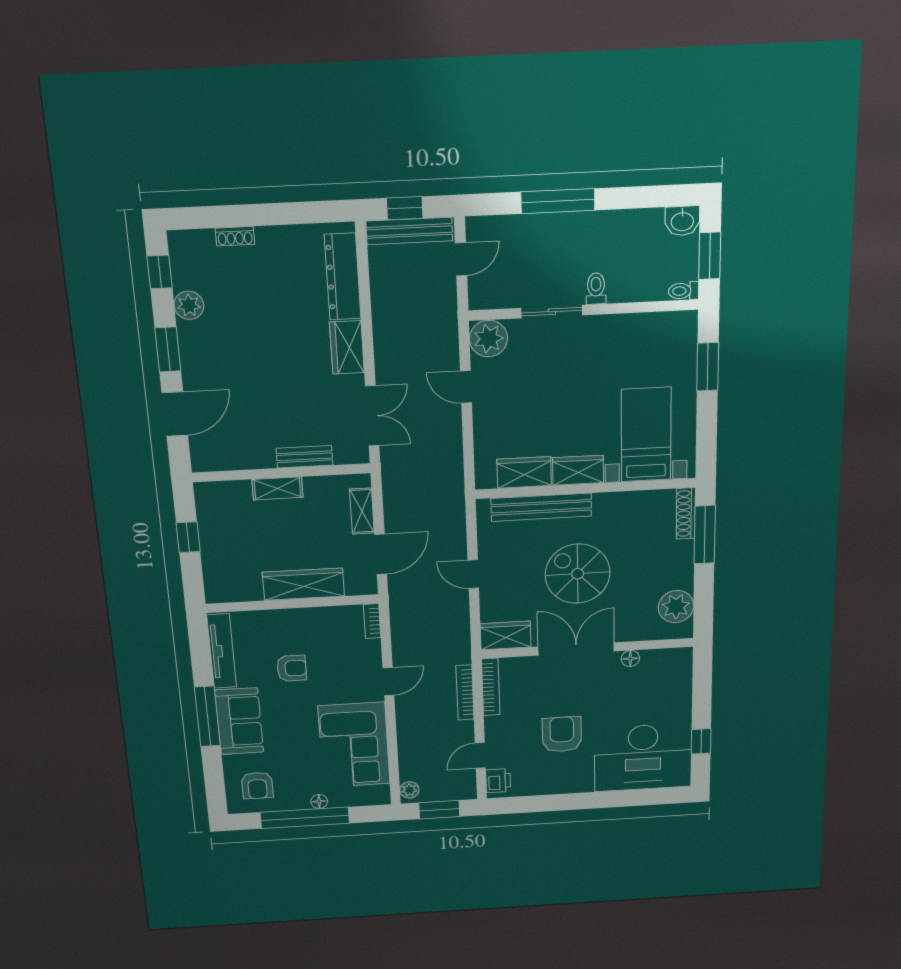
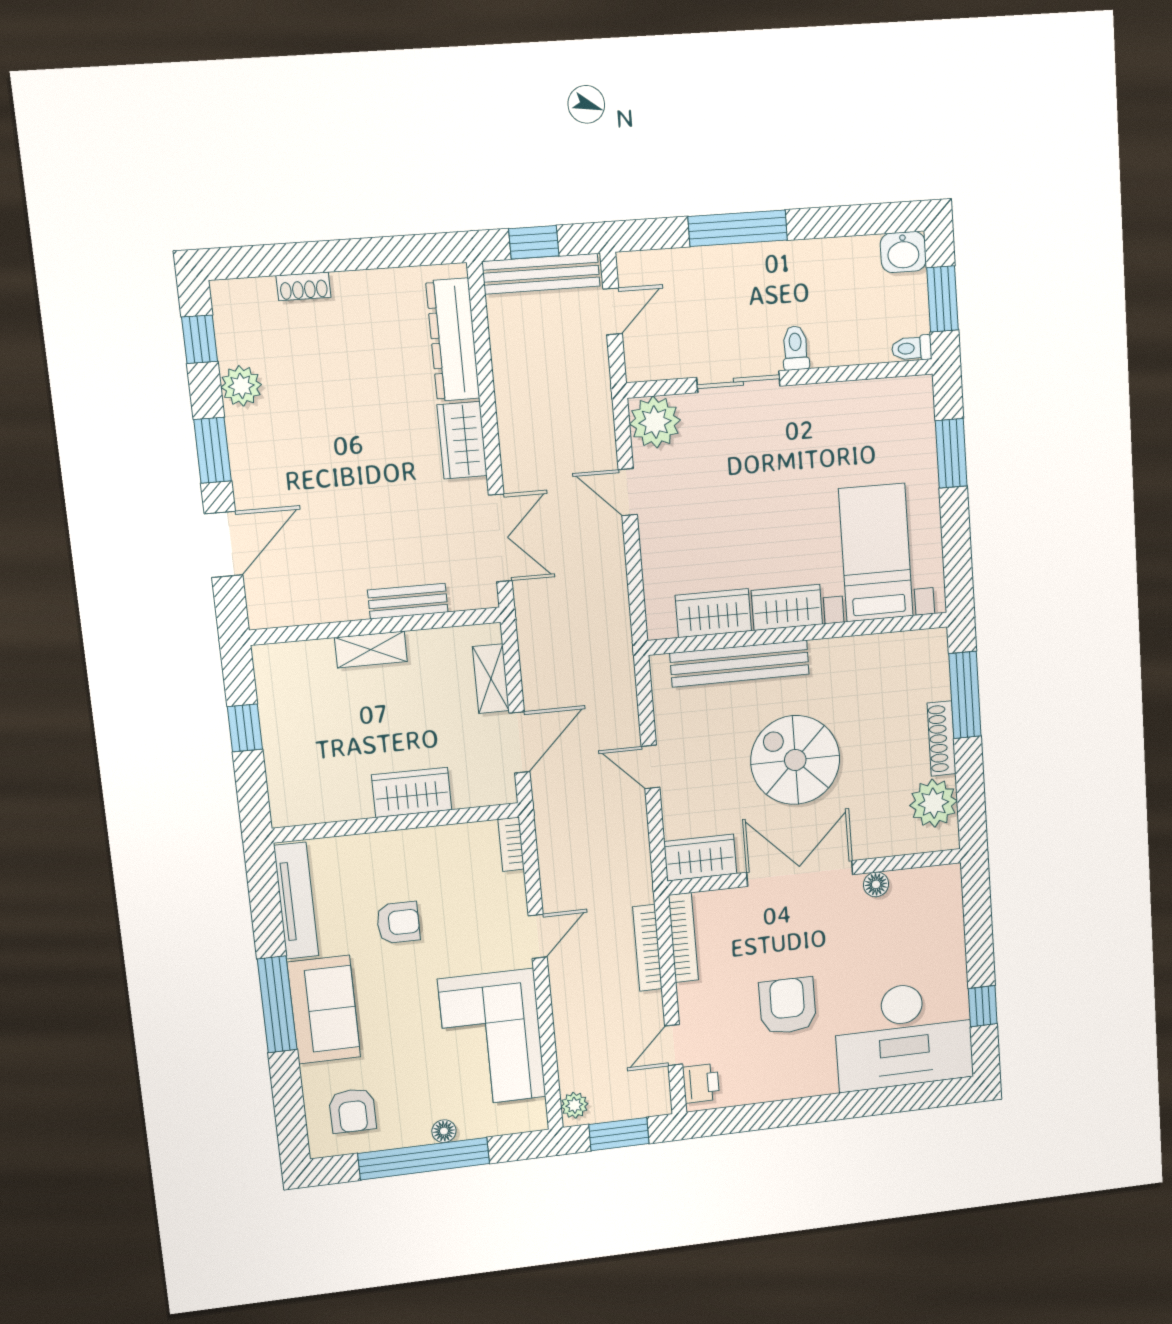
shoe rack: (686, 513) -> (942, 738), moved
wardrobe: (304, 584) -> (412, 792), width x0.67

